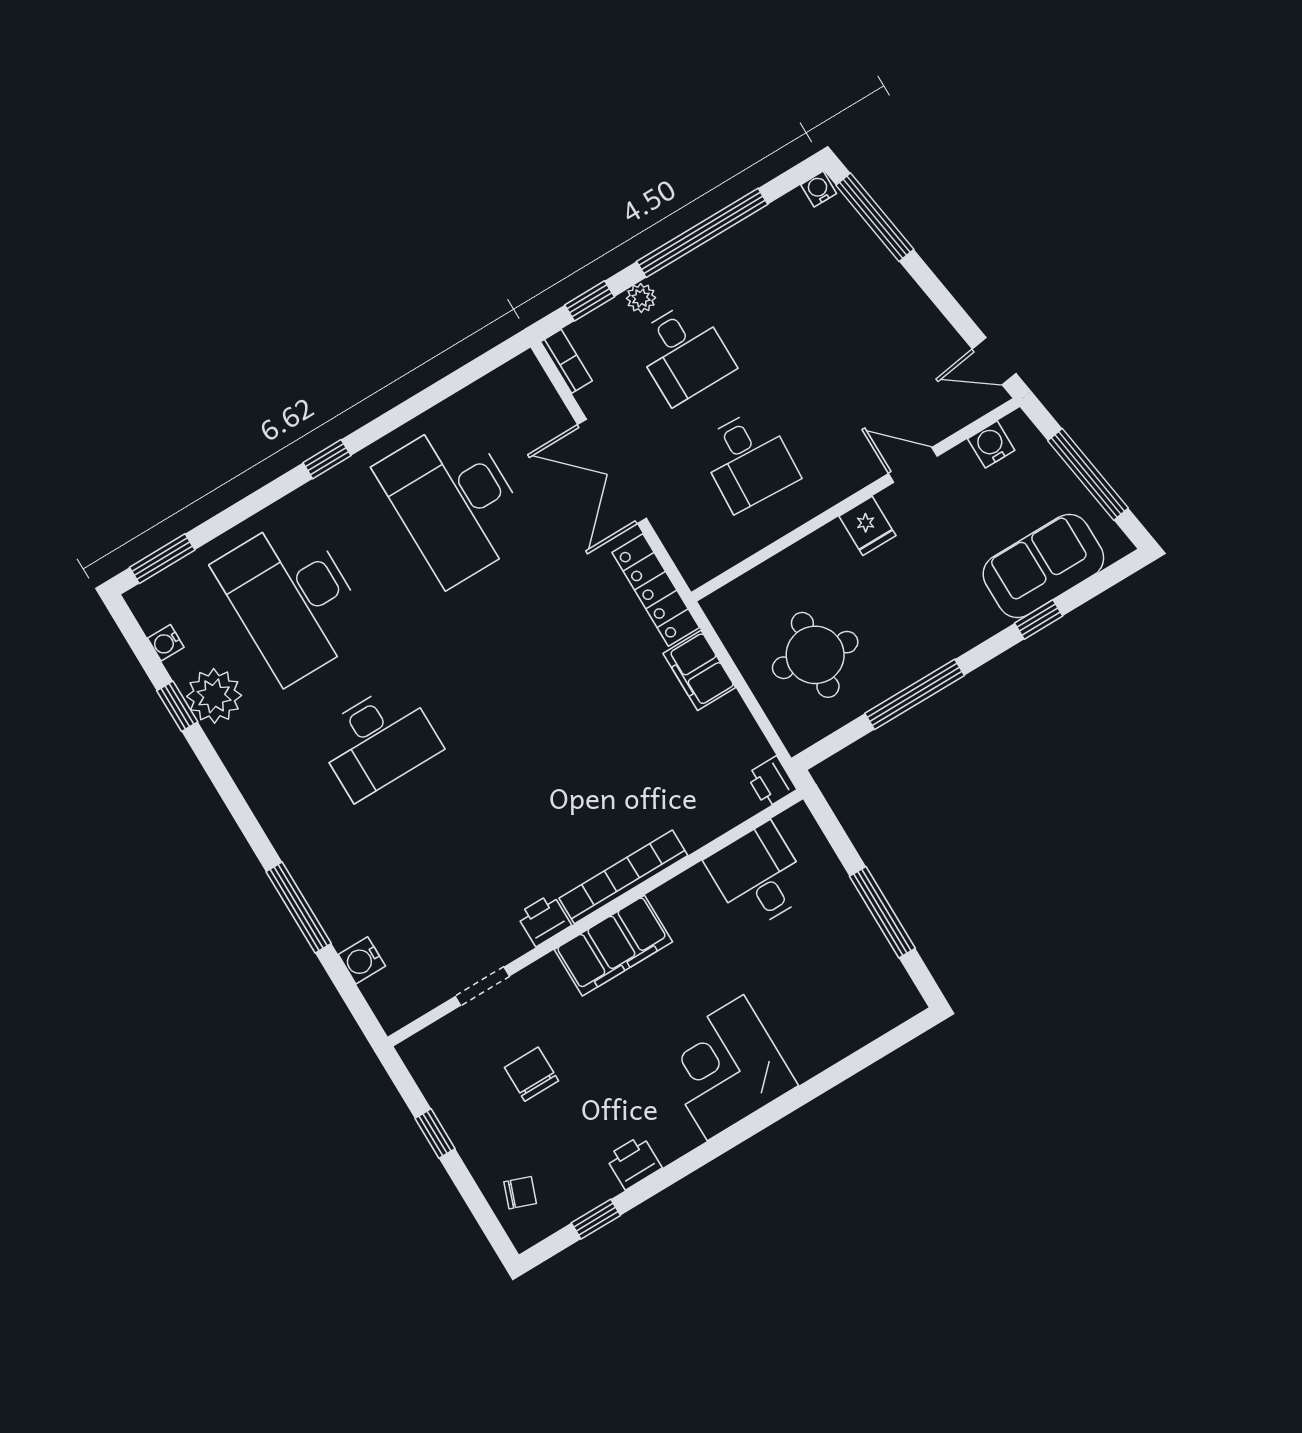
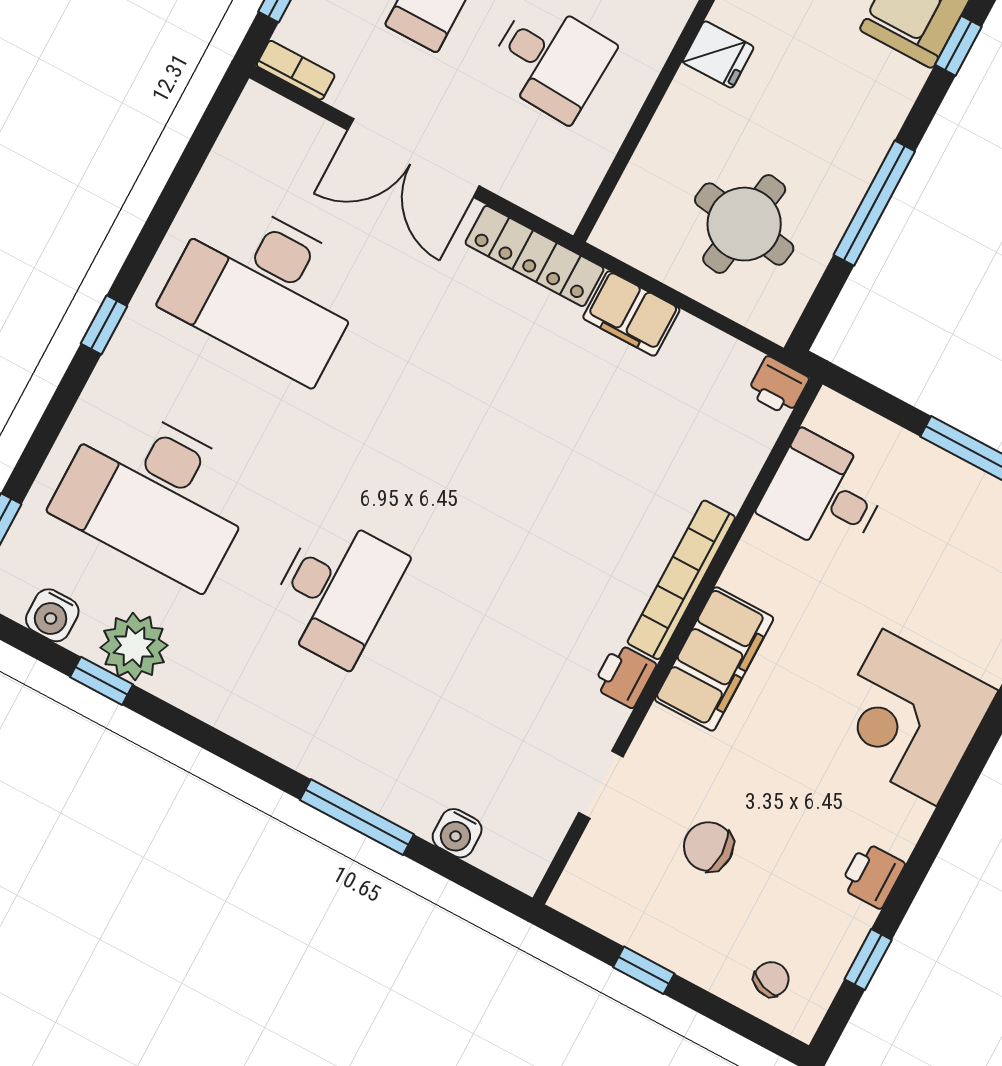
water cooler: (166, 643) -> (52, 615), width x1.38, depth x1.38

